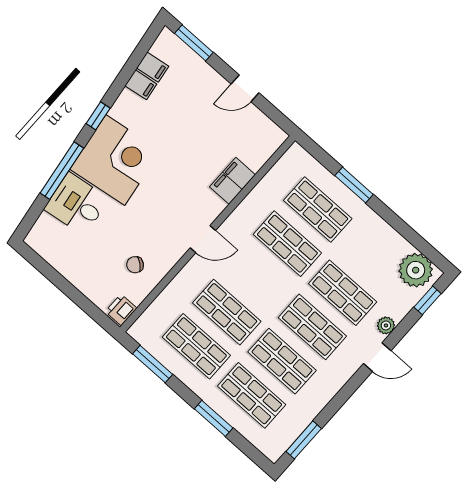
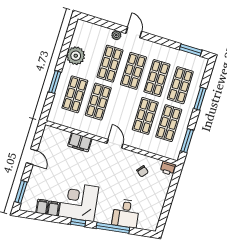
corner desk: (115, 160) -> (79, 202), moved
plant: (416, 270) -> (76, 56), moved
window: (428, 300) -> (95, 20), removed

